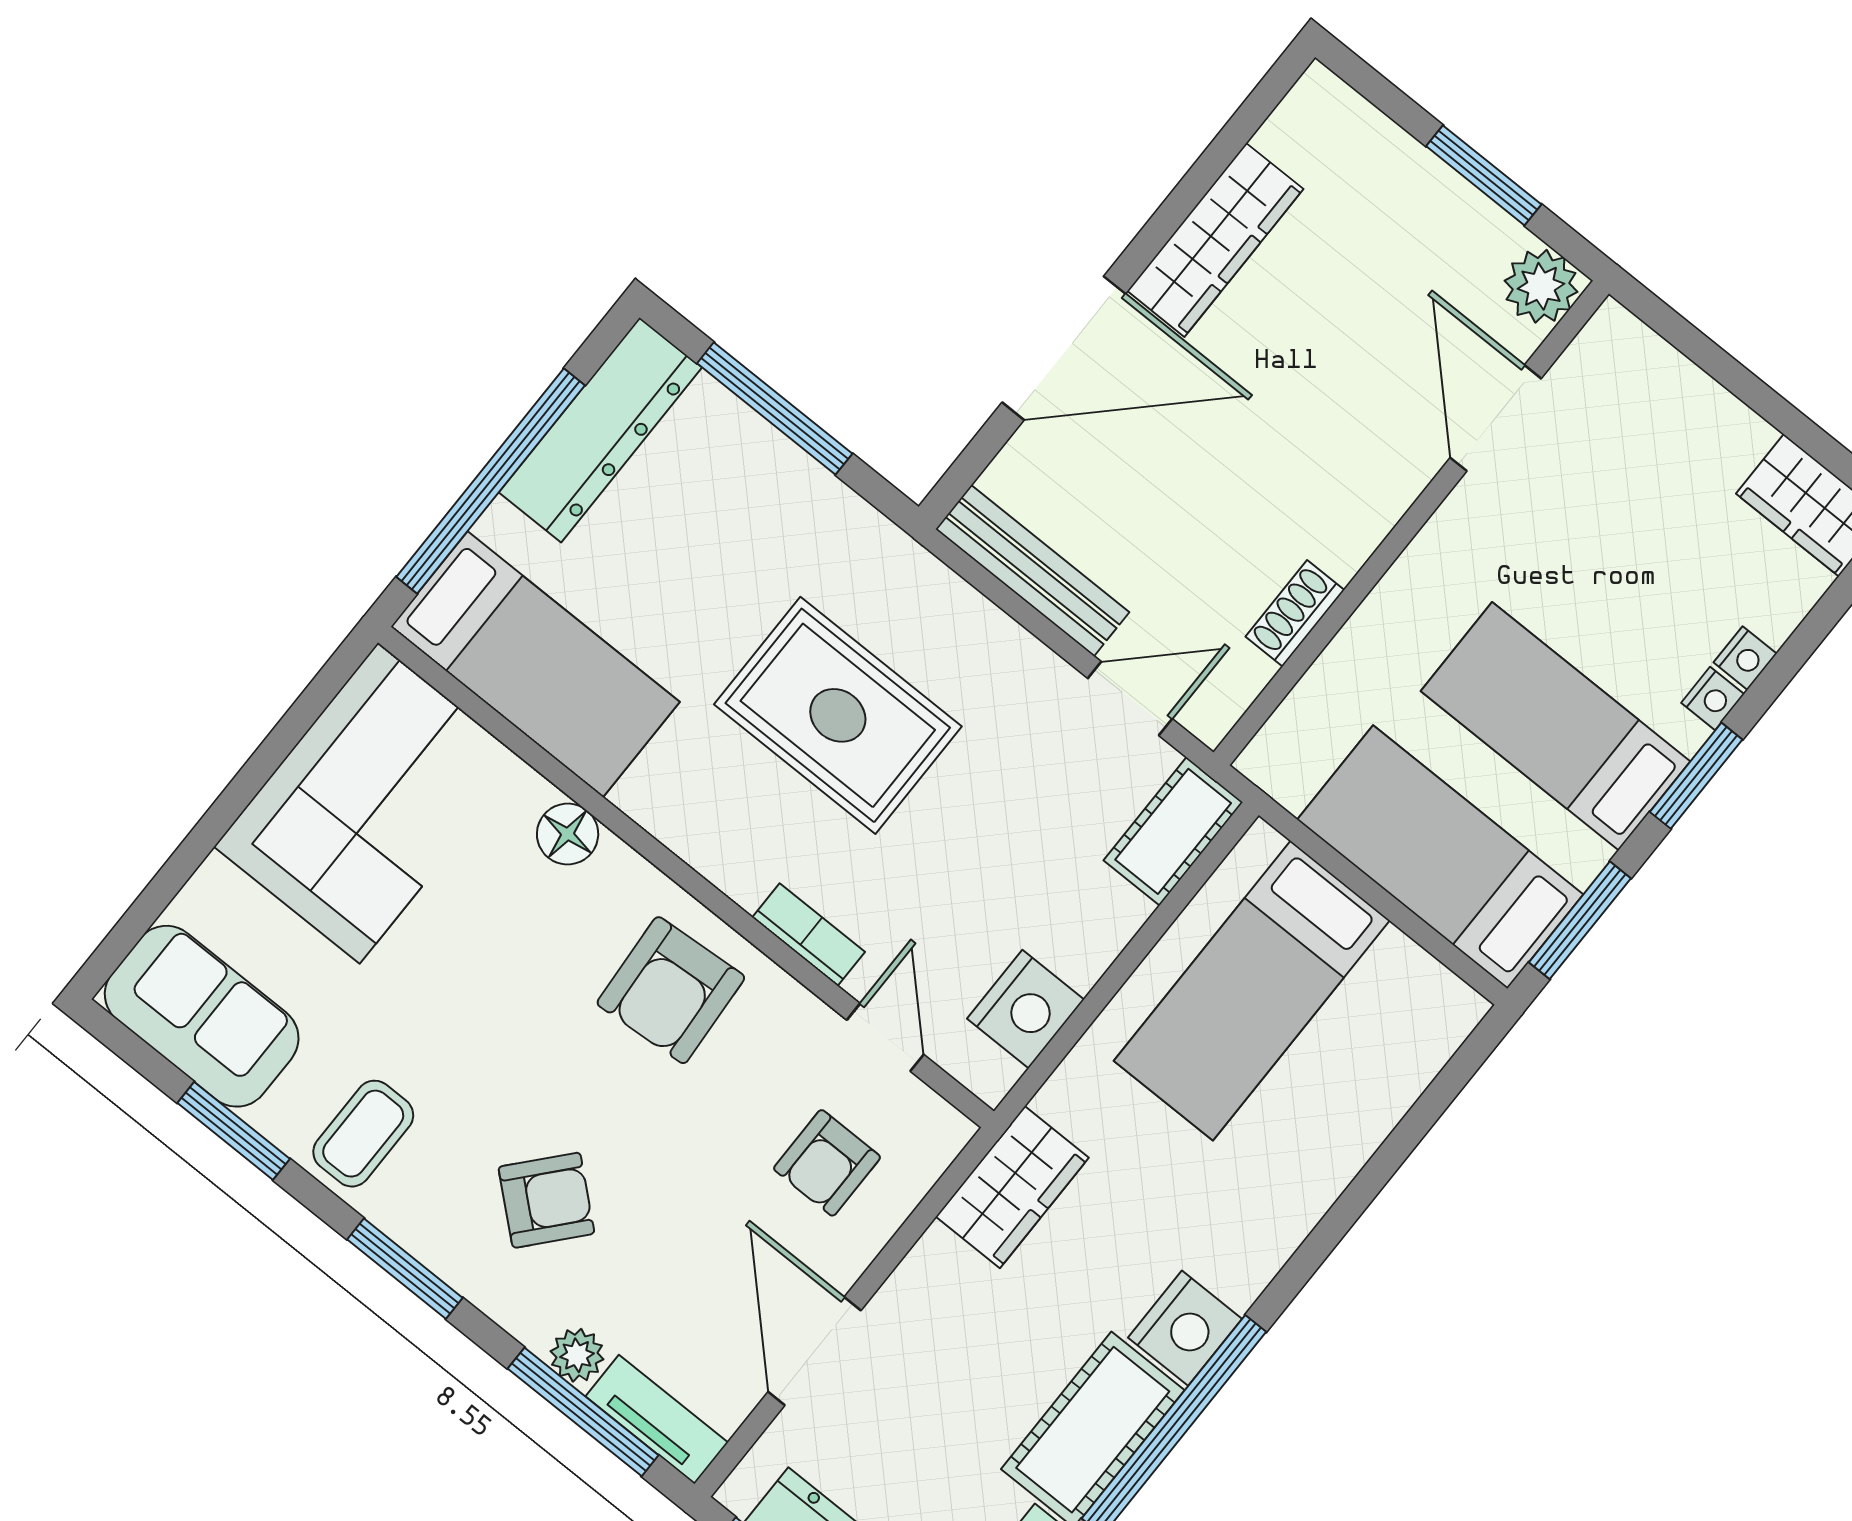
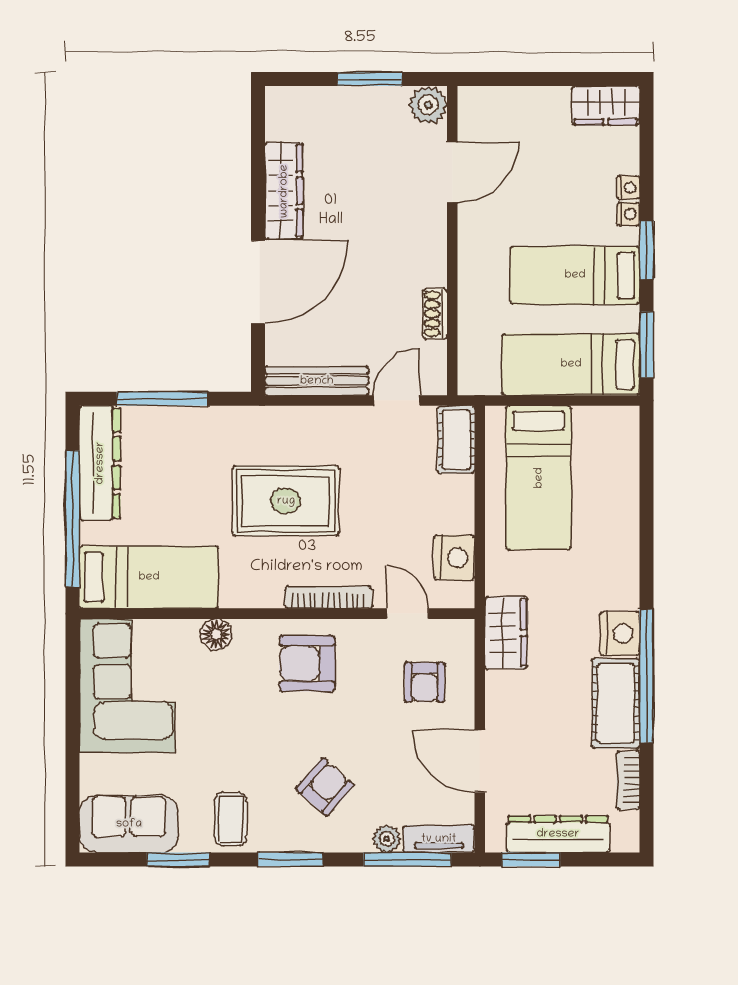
door: (1496, 418) -> (452, 172), swing flipped
bookcase: (809, 935) -> (328, 597), width x1.56
armchair: (671, 990) -> (307, 664), turned 94

